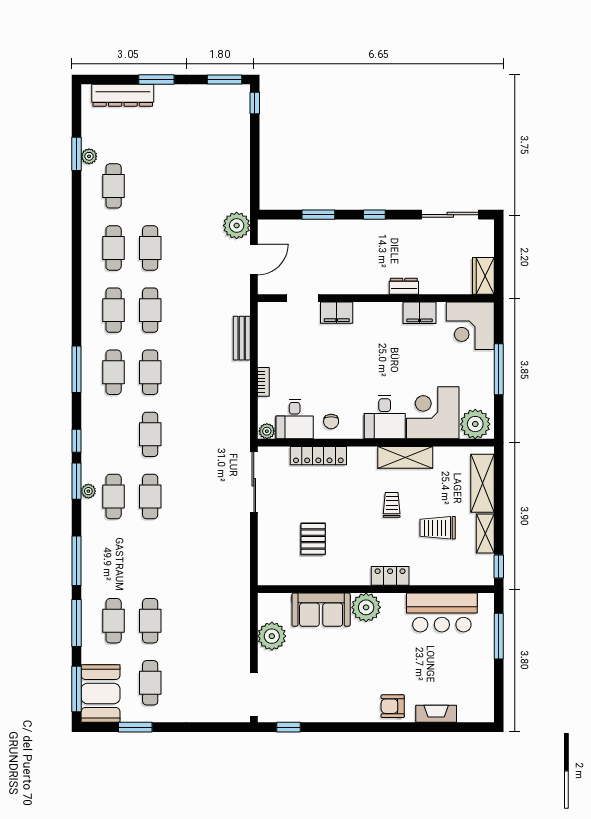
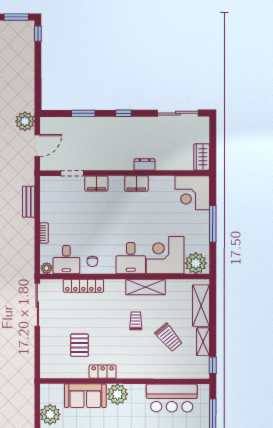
filing cabinet: (420, 313) -> (136, 184), moved
trolley: (438, 528) -> (169, 337), turned -130
locker: (390, 576) -> (103, 372), moved

